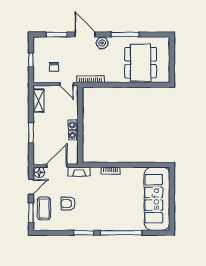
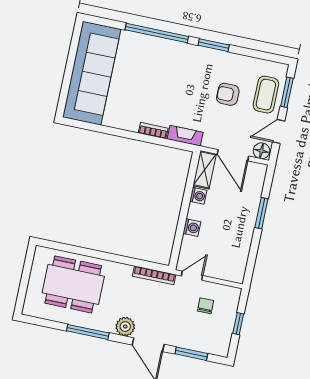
dining table: (141, 63) -> (73, 284), turned 90
door: (67, 84) -> (192, 276), hinge flipped
shelving: (38, 101) -> (205, 170), moved
washing machine: (73, 125) -> (192, 228), moved
door: (57, 166) -> (233, 155), hinge flipped
fireplace: (79, 172) -> (185, 136), moved
armchair: (68, 204) -> (228, 94), turned 180

